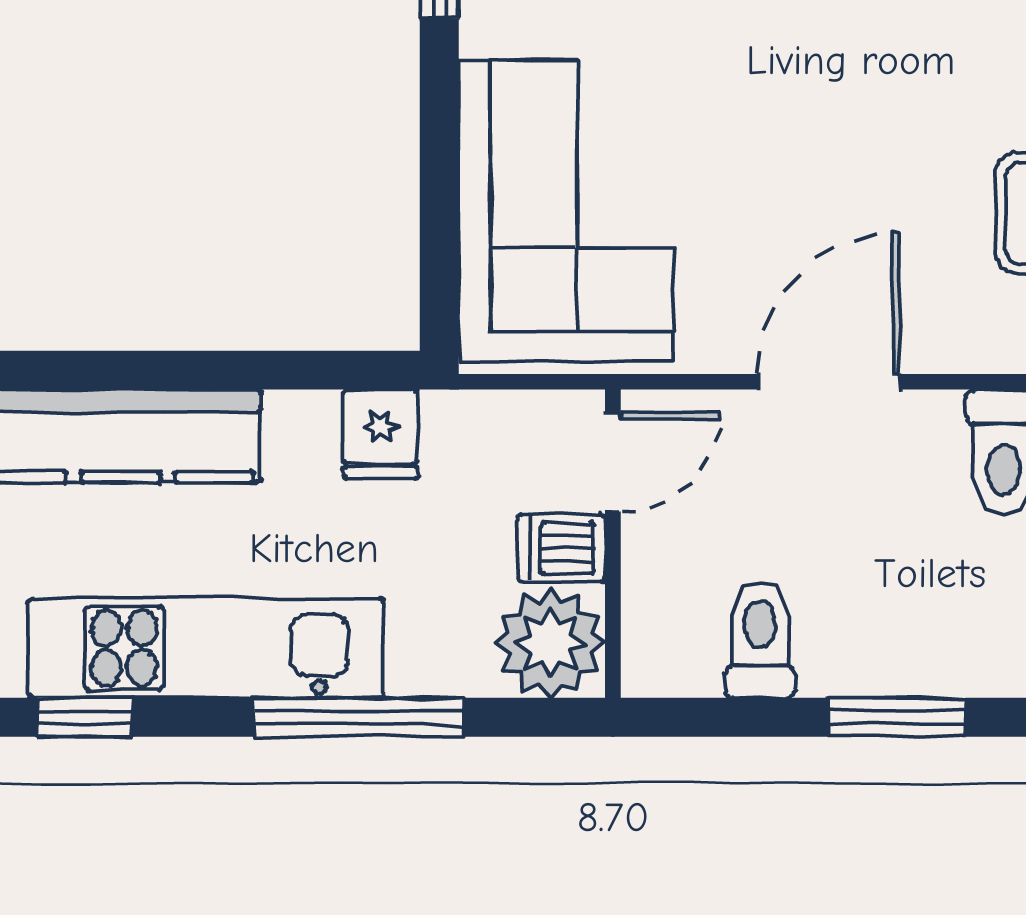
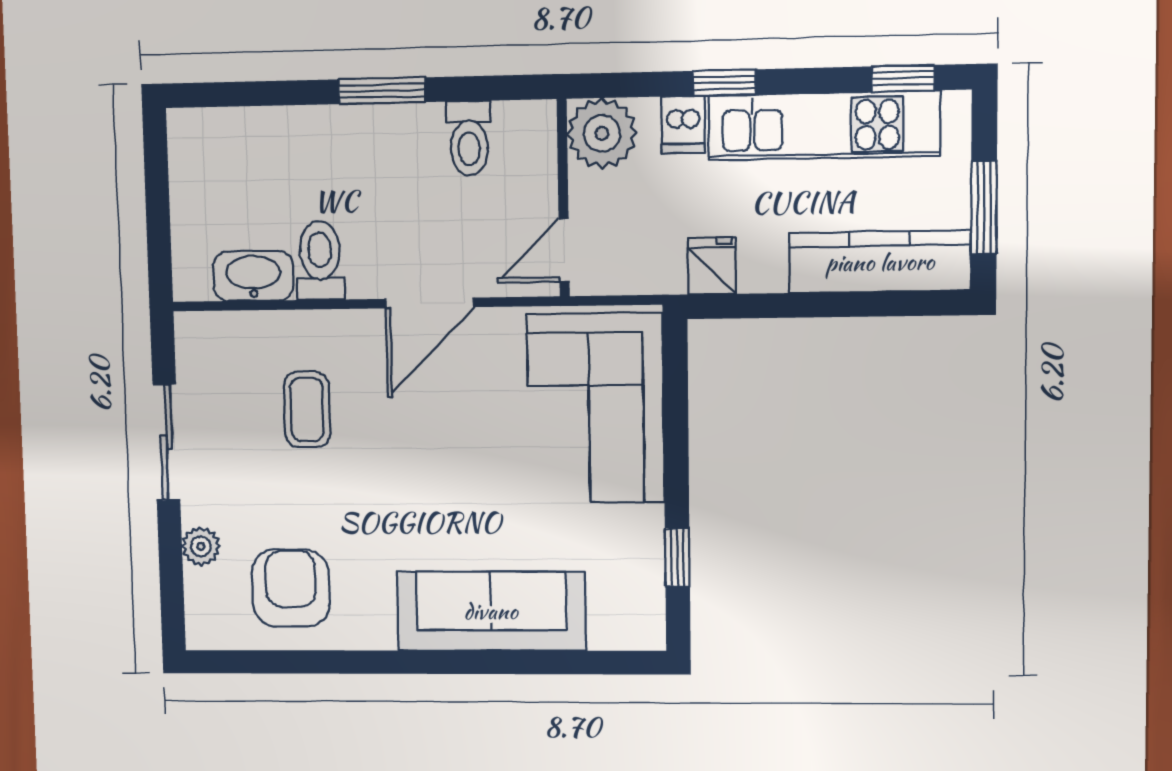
dishwasher: (561, 548) -> (683, 125), moved, turned 90
window: (359, 717) -> (724, 83), width x0.46

